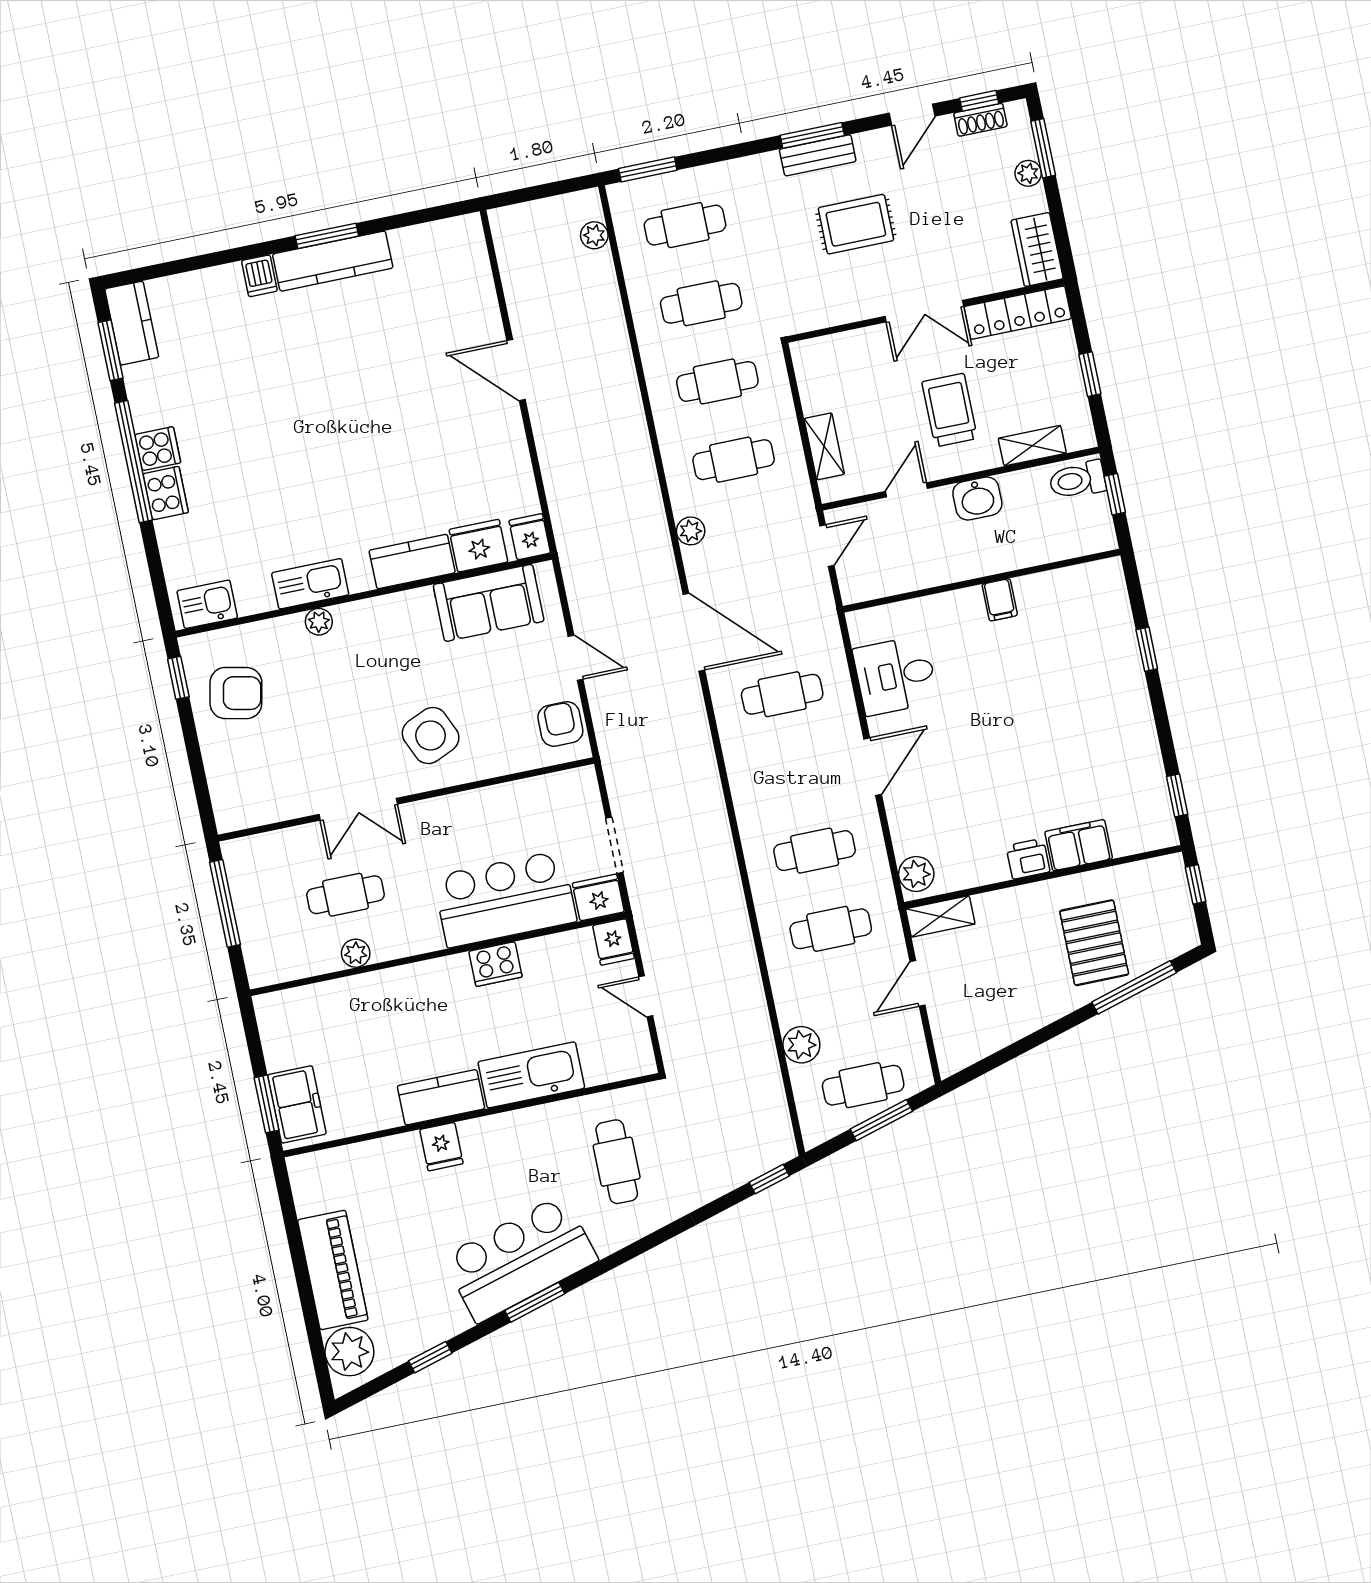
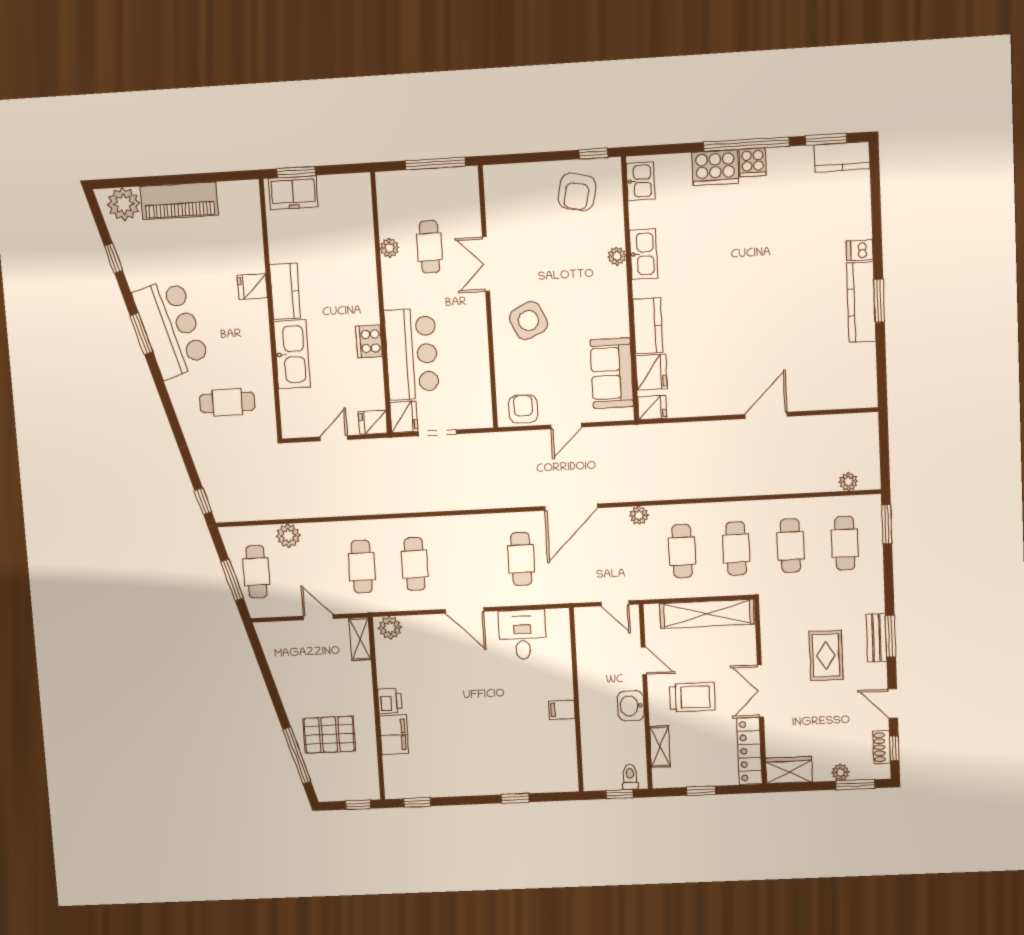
shelving: (824, 446) -> (707, 614), width x2.20, depth x1.33
toilet: (1077, 480) -> (630, 777), width x0.73, depth x0.72
cooker: (166, 493) -> (715, 168), width x1.37, depth x1.31
armchair: (560, 724) -> (523, 409), turned -90

